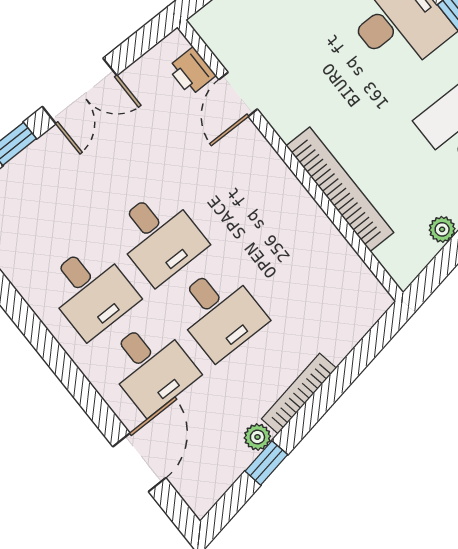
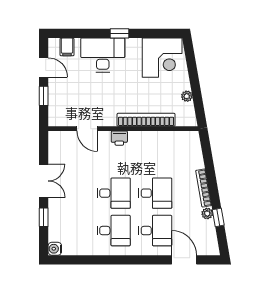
printer: (192, 71) -> (119, 138), moved

